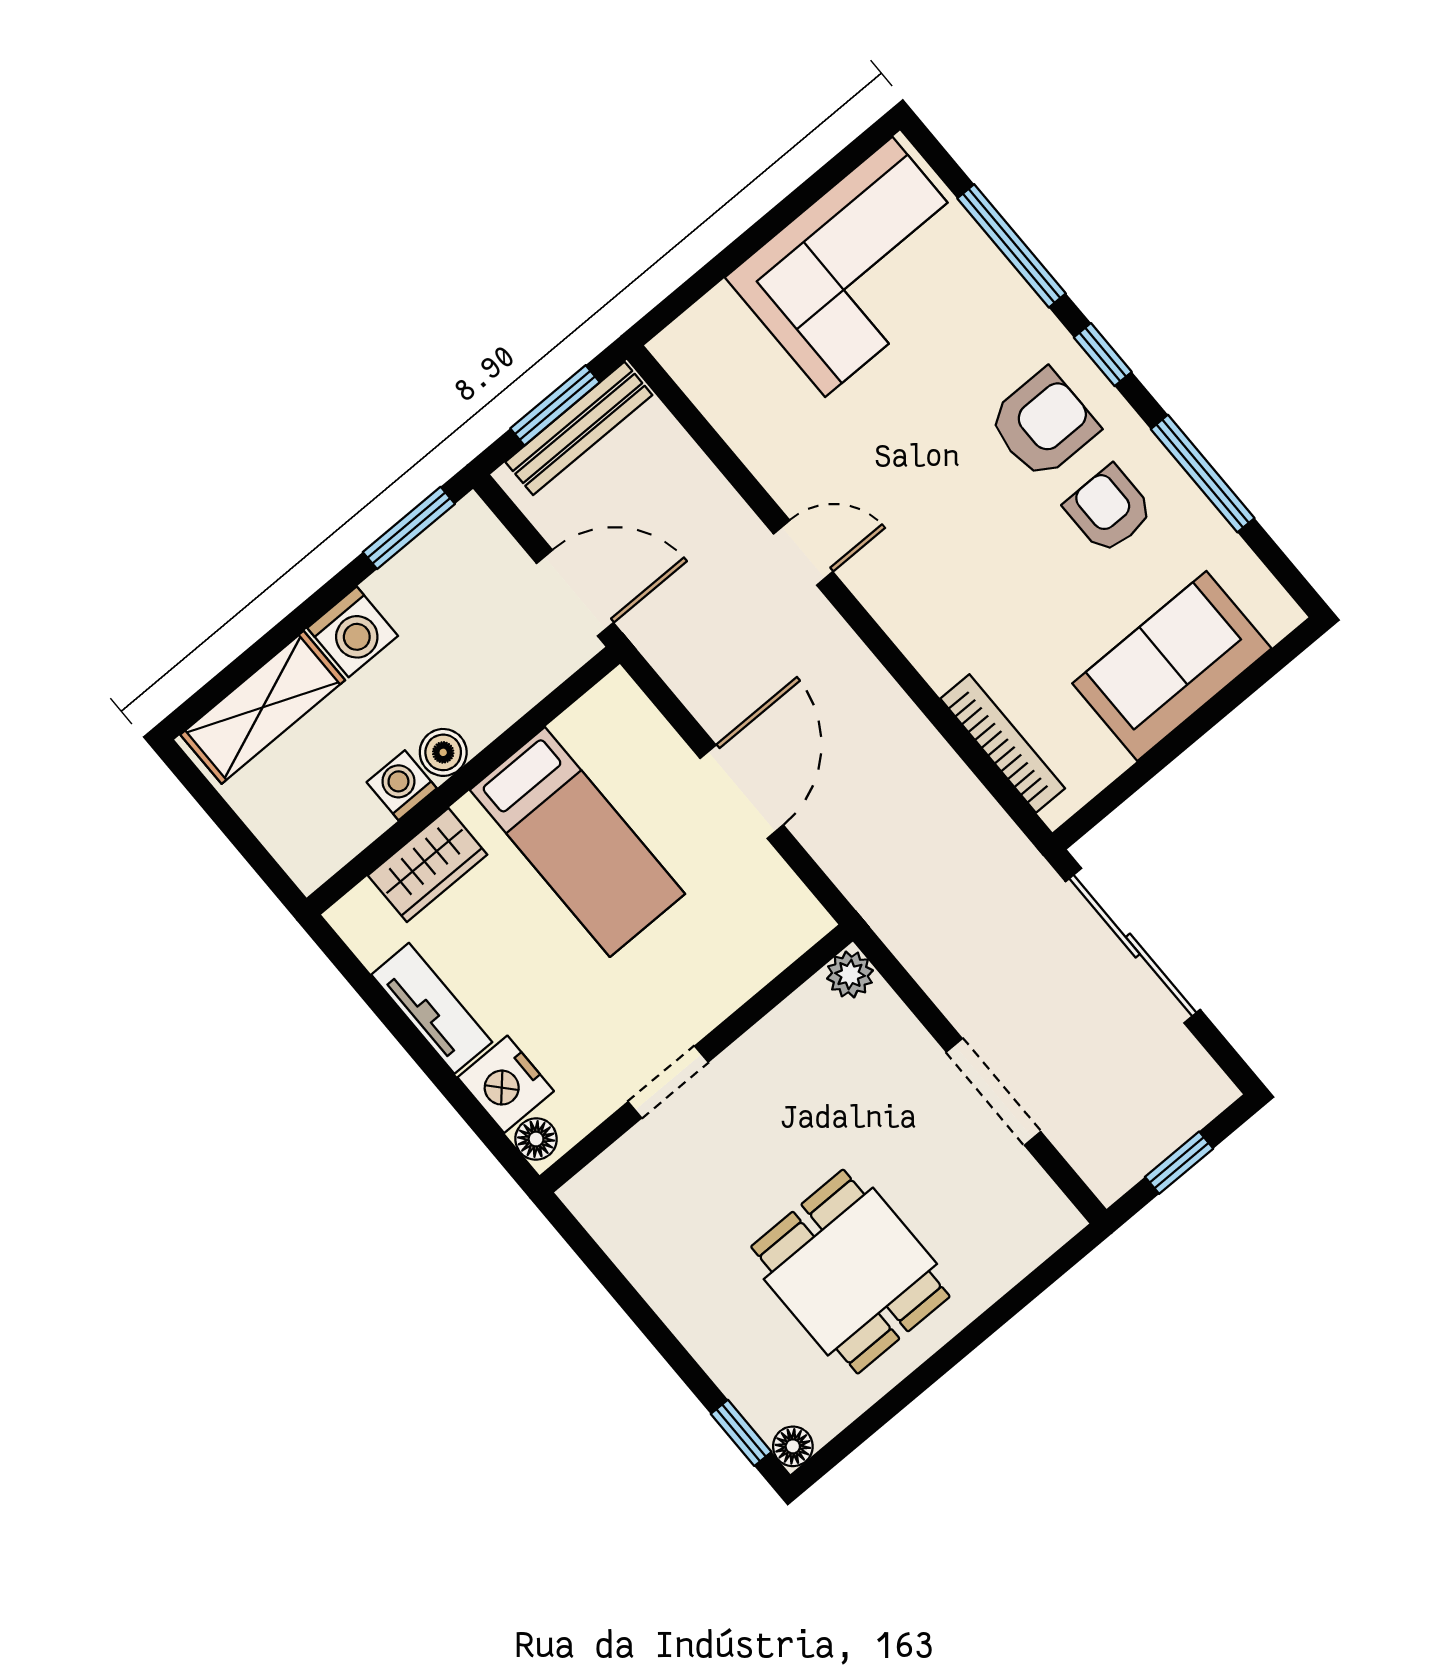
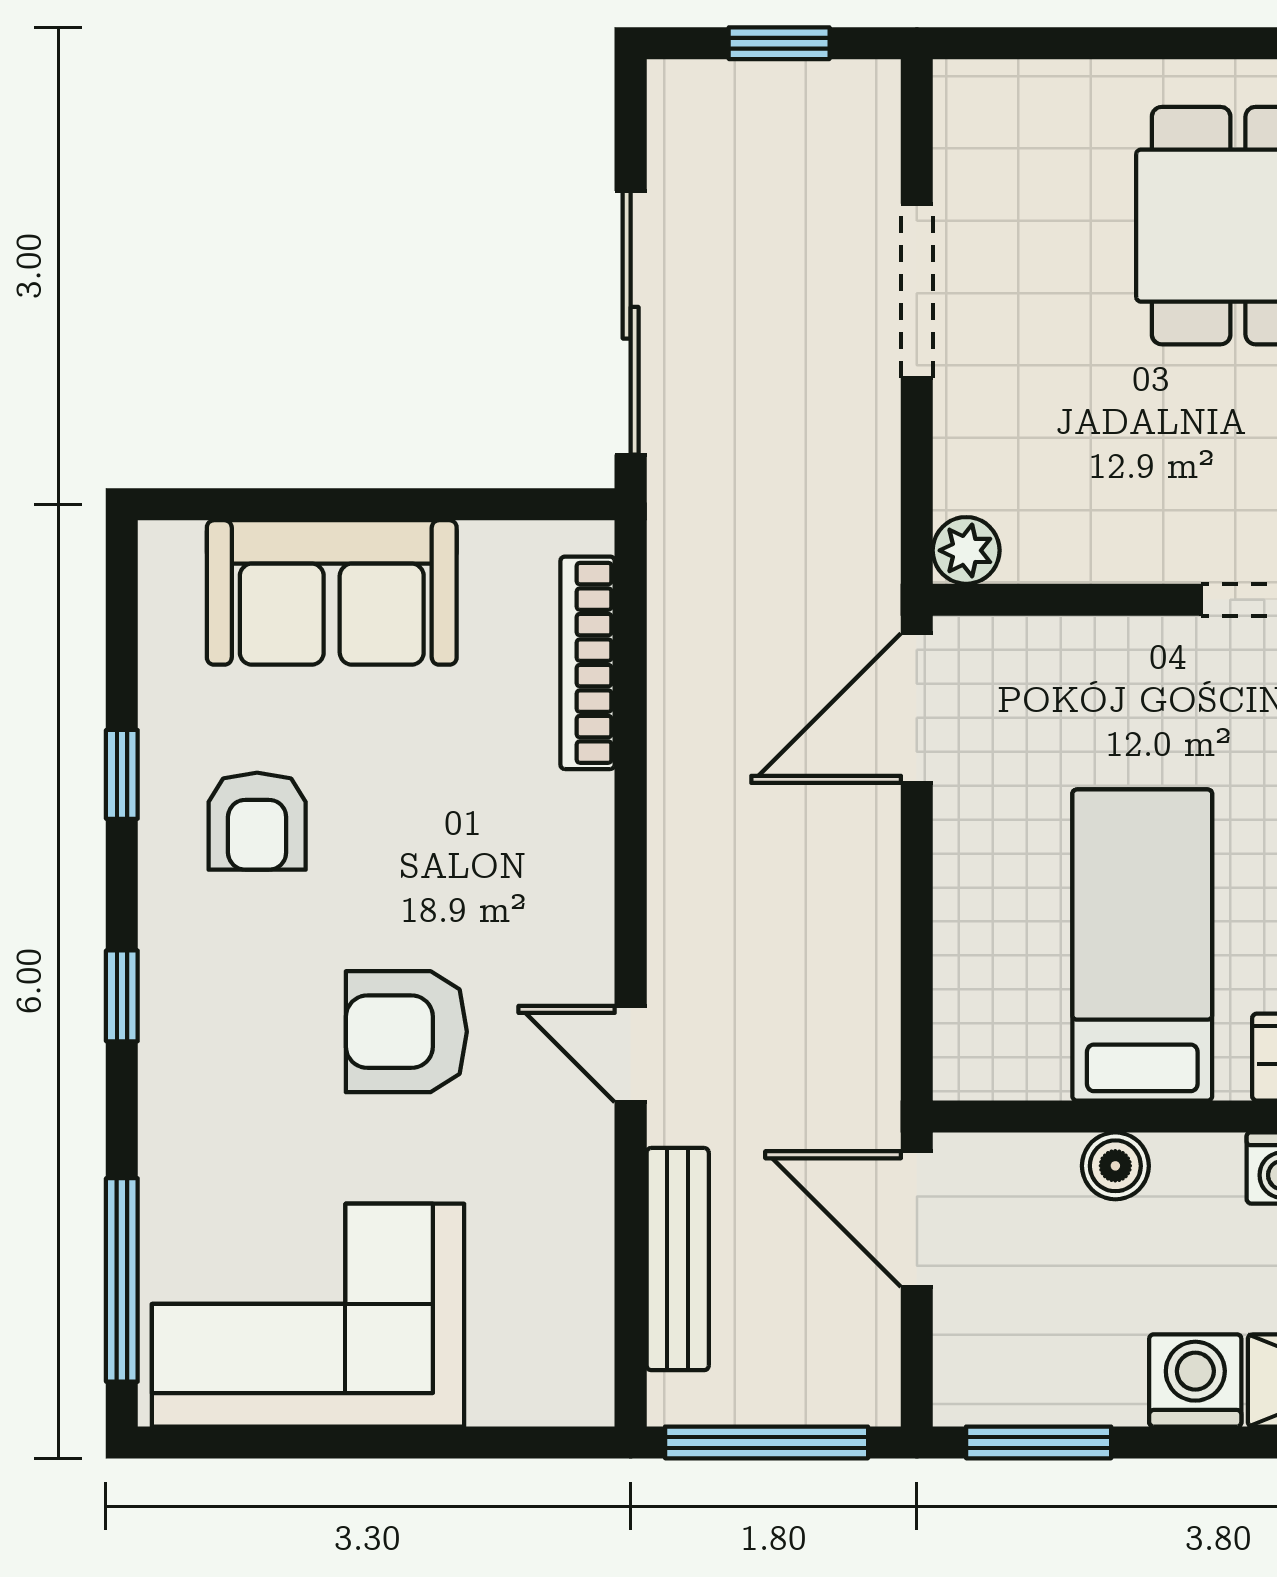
window: (1012, 246) -> (122, 1280), moved
window: (555, 405) -> (767, 1442), width x1.44
armchair: (1043, 424) -> (406, 1032), moved
bench: (579, 428) -> (678, 1259), moved, turned 90
window: (1203, 474) -> (122, 774), width x0.46
boiler: (443, 752) -> (1115, 1166), moved
door: (742, 792) -> (917, 708), moved

